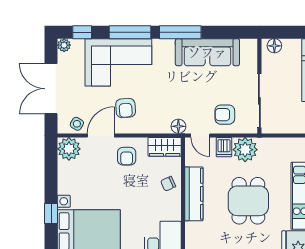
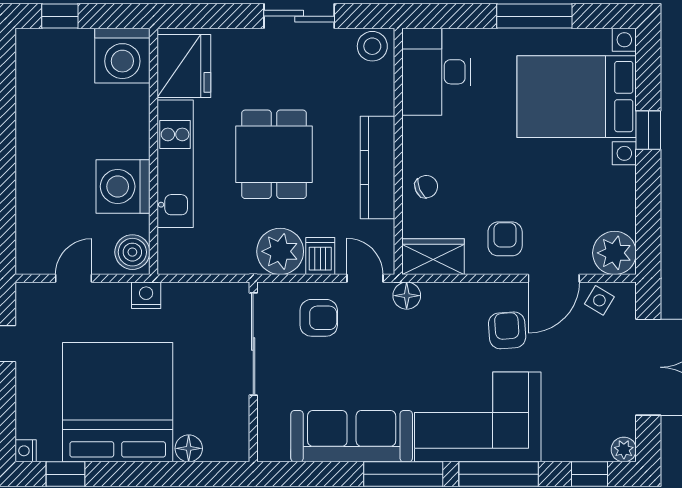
floor lamp: (274, 46) -> (189, 448), moved
corner sofa: (118, 62) -> (478, 417), moved

